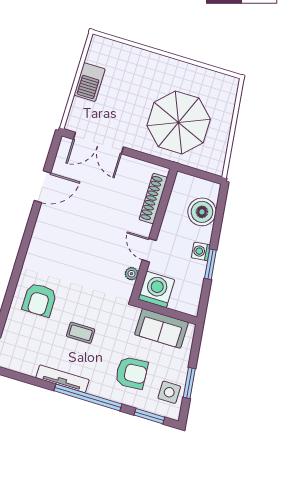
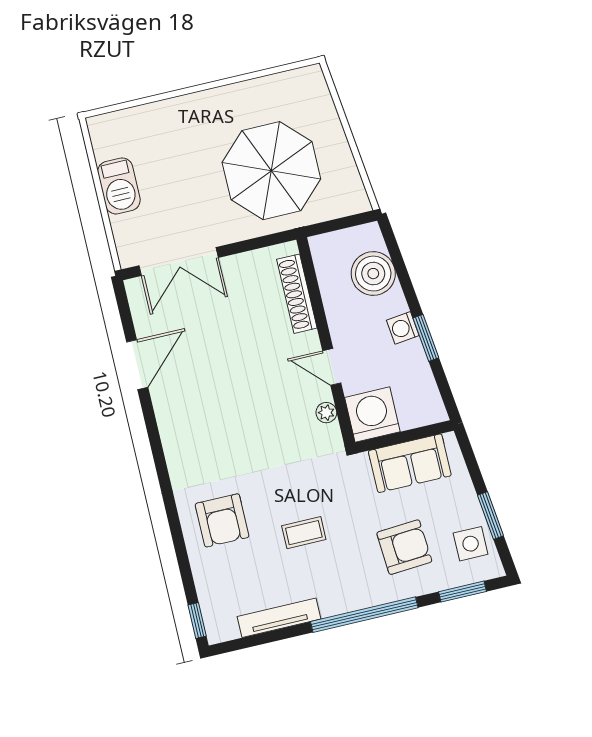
tv unit: (63, 379) -> (279, 618), moved

